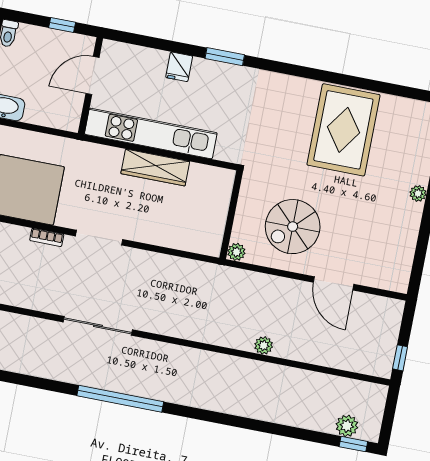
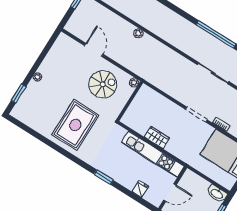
fridge: (179, 67) -> (140, 189), moved
rug: (343, 130) -> (75, 125), moved
wardrobe: (155, 168) -> (157, 137), width x0.67

